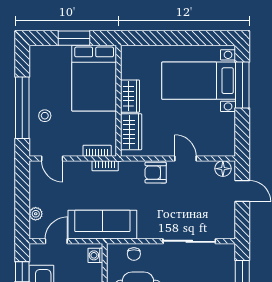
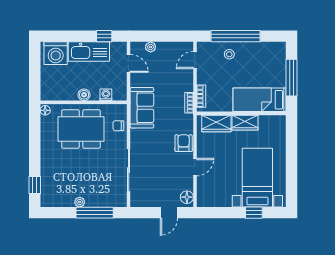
window: (74, 38) -> (292, 78), width x1.44
bed: (94, 78) -> (259, 100), width x0.67
window: (242, 85) -> (254, 213), width x0.46
sofa: (102, 225) -> (142, 108), width x0.73
washing machine: (95, 255) -> (106, 95), moved

